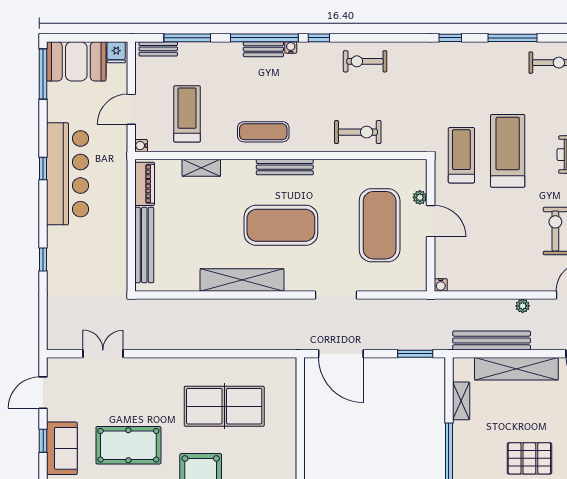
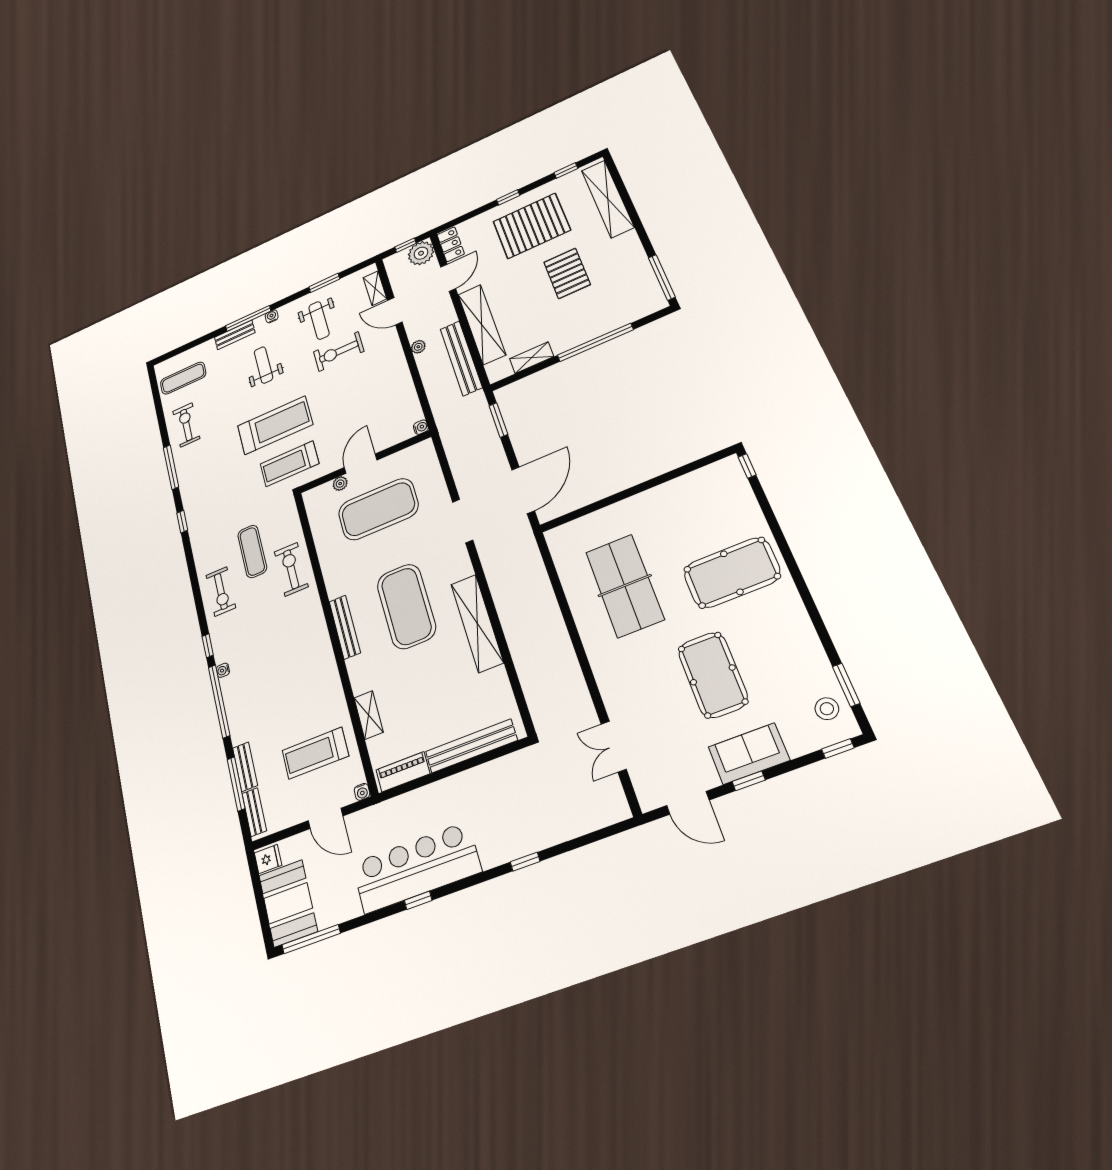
bench: (263, 49) -> (245, 767), moved
exercise mat: (263, 132) -> (252, 551), moved
treadmill: (508, 151) -> (275, 425), turned 180

